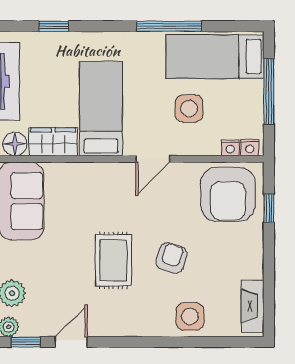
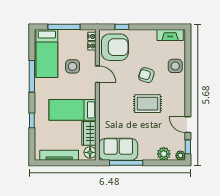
window: (54, 26) -> (32, 120), moved
door: (153, 159) -> (97, 74), moved

